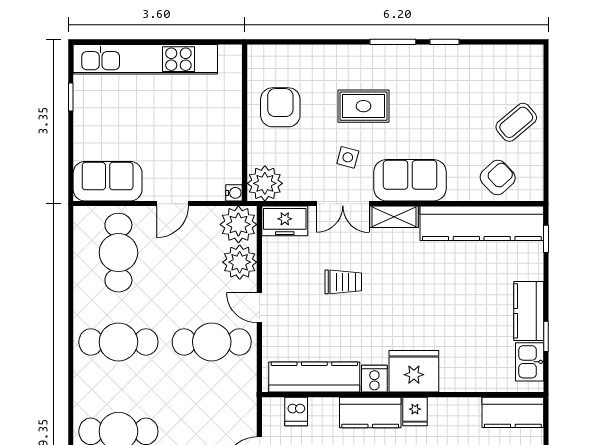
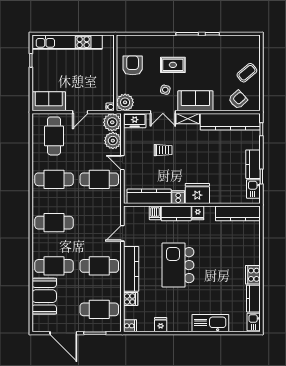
dishwasher: (296, 411) -> (155, 213), moved
kitchen counter: (513, 412) -> (238, 213), width x1.50

